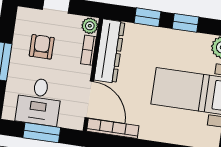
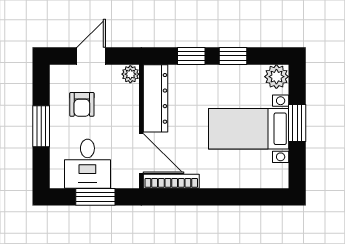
armchair: (42, 47) -> (82, 104), turned 180
bookcase: (89, 50) -> (133, 101), removed

